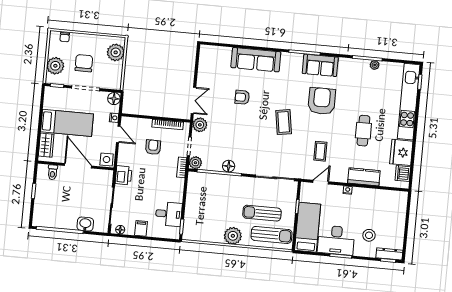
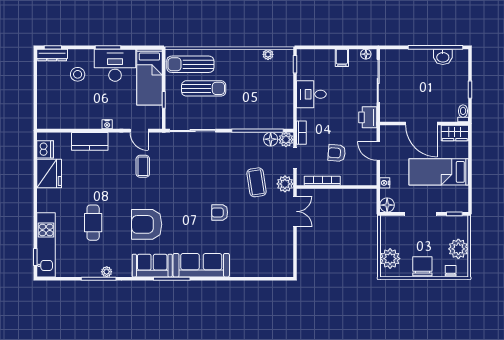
sofa: (256, 60) -> (201, 265), moved
chair: (84, 63) -> (422, 266), moved, turned 180
plant: (375, 65) -> (107, 272), moved
plant: (55, 66) -> (458, 249), moved
armchair: (242, 97) -> (220, 212), moved, turned 180
double door: (193, 100) -> (295, 211), swing flipped
armchair: (322, 101) -> (147, 224), turned 90
kitchen unit: (409, 102) -> (46, 245), width x0.73
coffee table: (284, 122) -> (257, 182), moved
cafe table: (363, 131) -> (93, 223), moved
door: (118, 134) -> (378, 151), moved
wardrobe: (46, 145) -> (455, 133), moved, turned -90
armchair: (153, 147) -> (337, 153), turned 95
side table: (107, 159) -> (389, 134), removed
floor lamp: (229, 166) -> (271, 139), moved
toilet: (53, 172) -> (463, 113), moved
door: (321, 182) -> (139, 131), hinge flipped
desk: (169, 214) -> (311, 94), moved
washbasin: (85, 224) -> (443, 57), moved
plant: (233, 236) -> (268, 54), moved, width x0.53, depth x0.53

